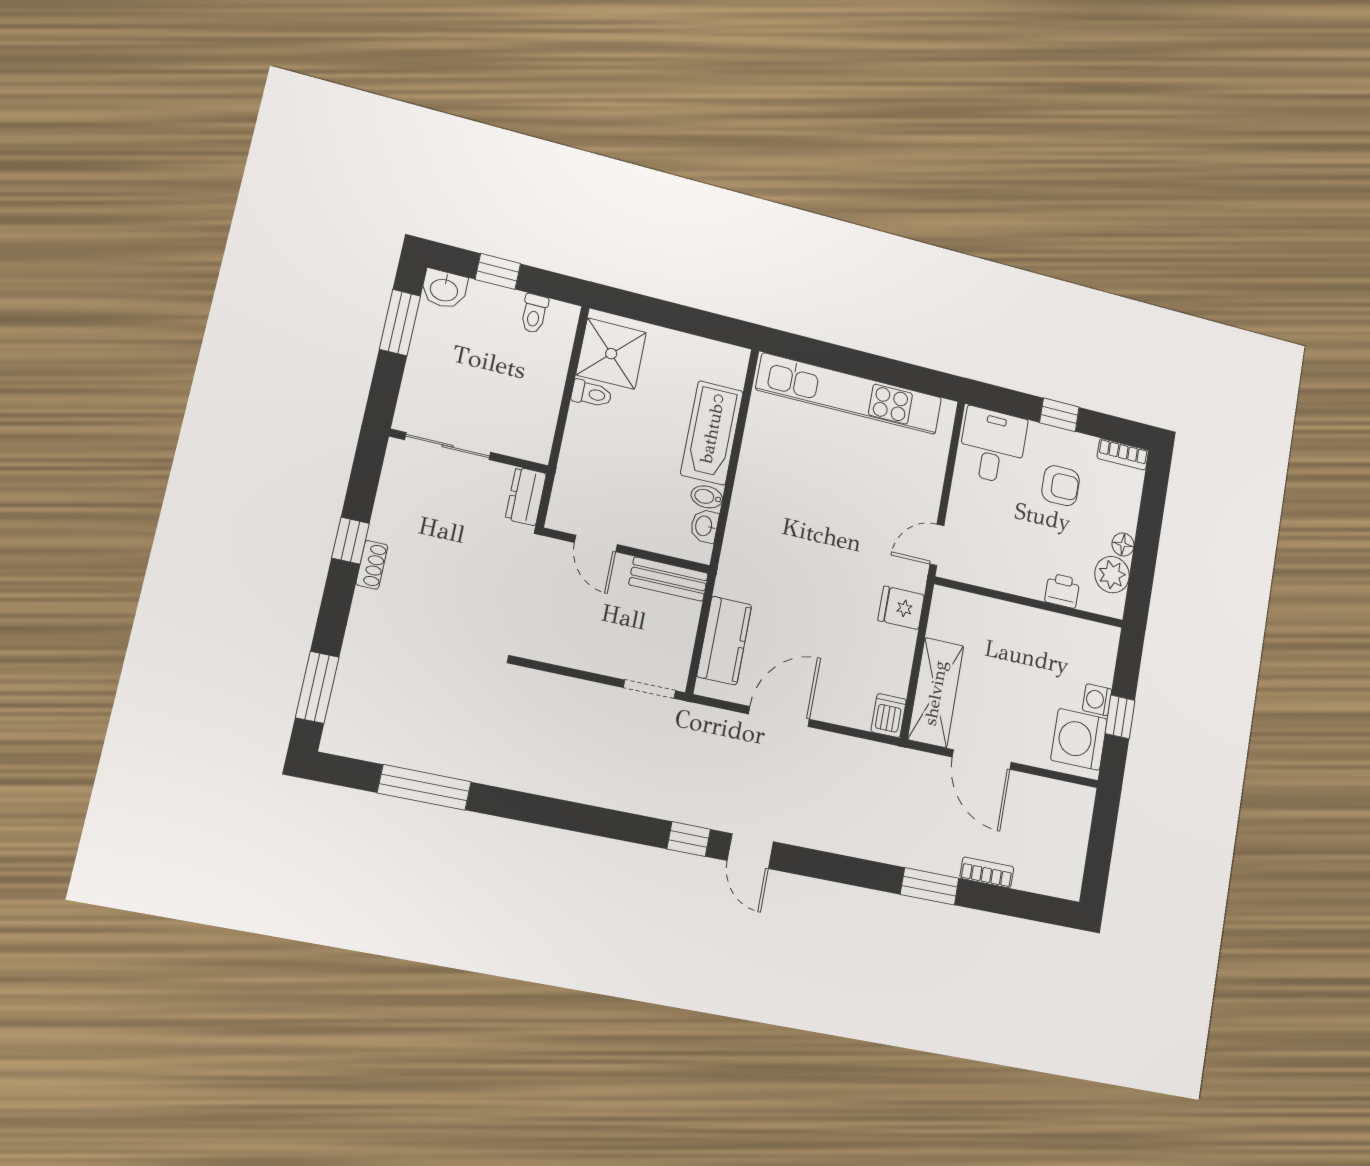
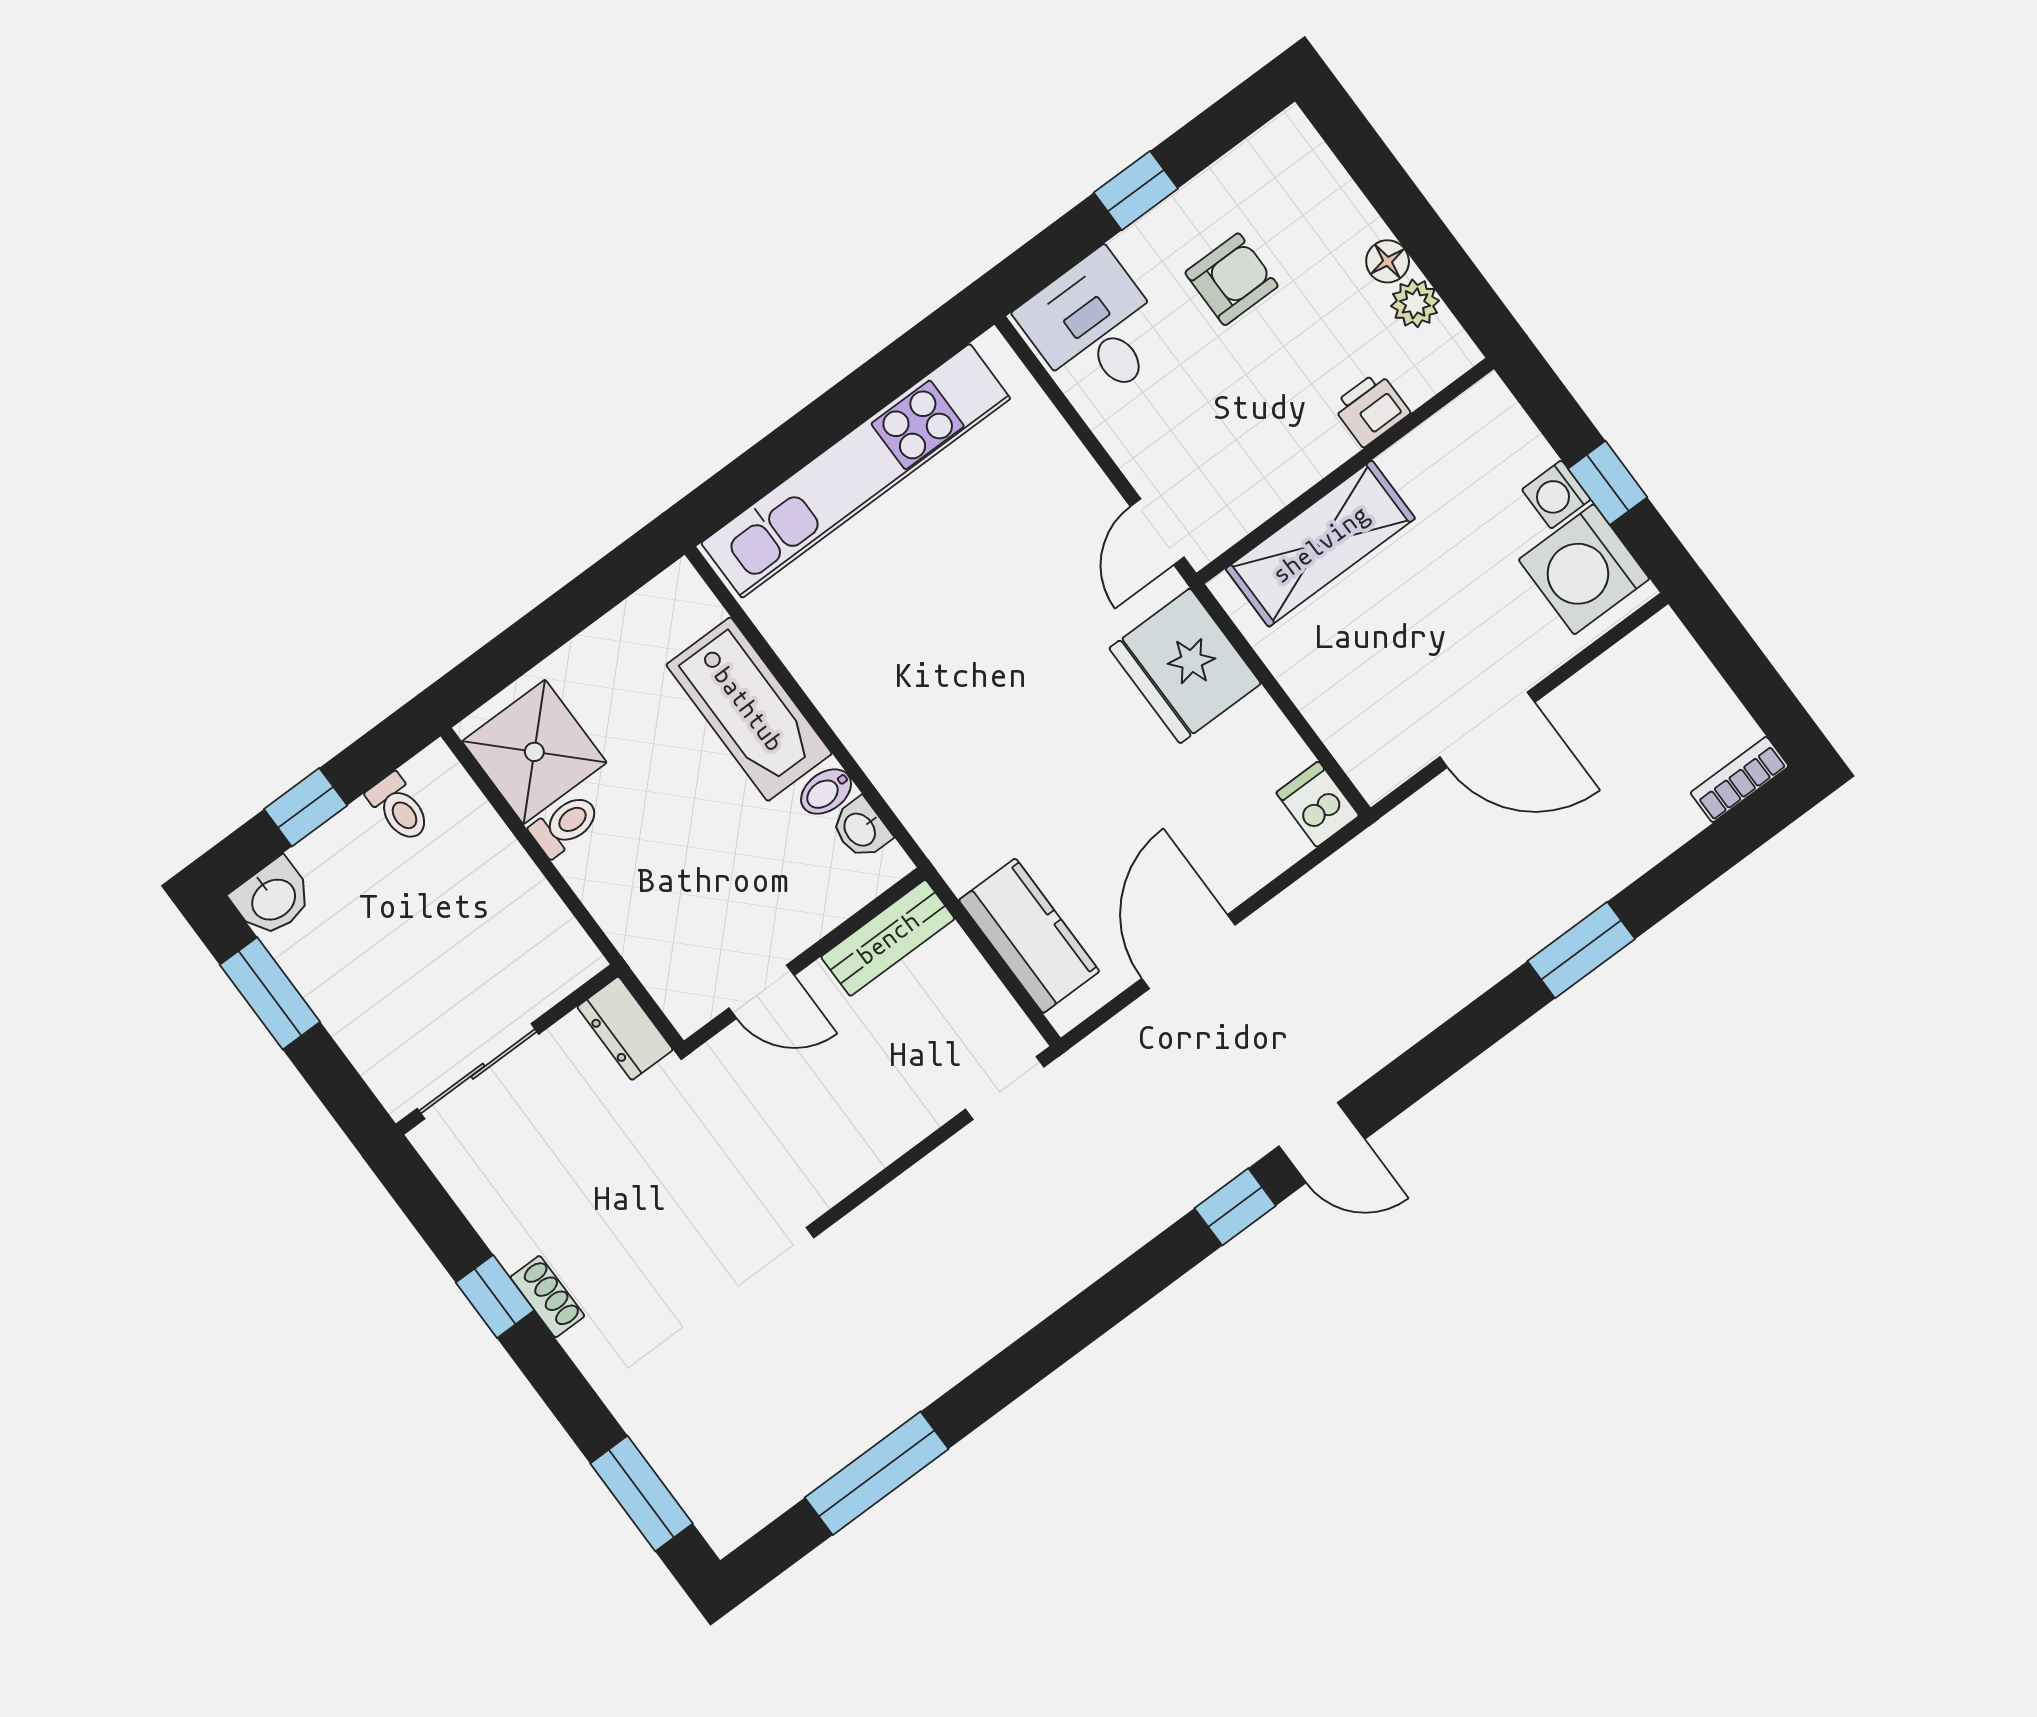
bookcase: (1123, 454) -> (1268, 146), removed
plant: (1112, 575) -> (1415, 303), width x0.73, depth x0.73
fridge: (901, 608) -> (1185, 666), width x1.88, depth x1.34
shelving: (936, 693) -> (1320, 544), moved, turned 90
bookcase: (987, 872) -> (1740, 780), moved

